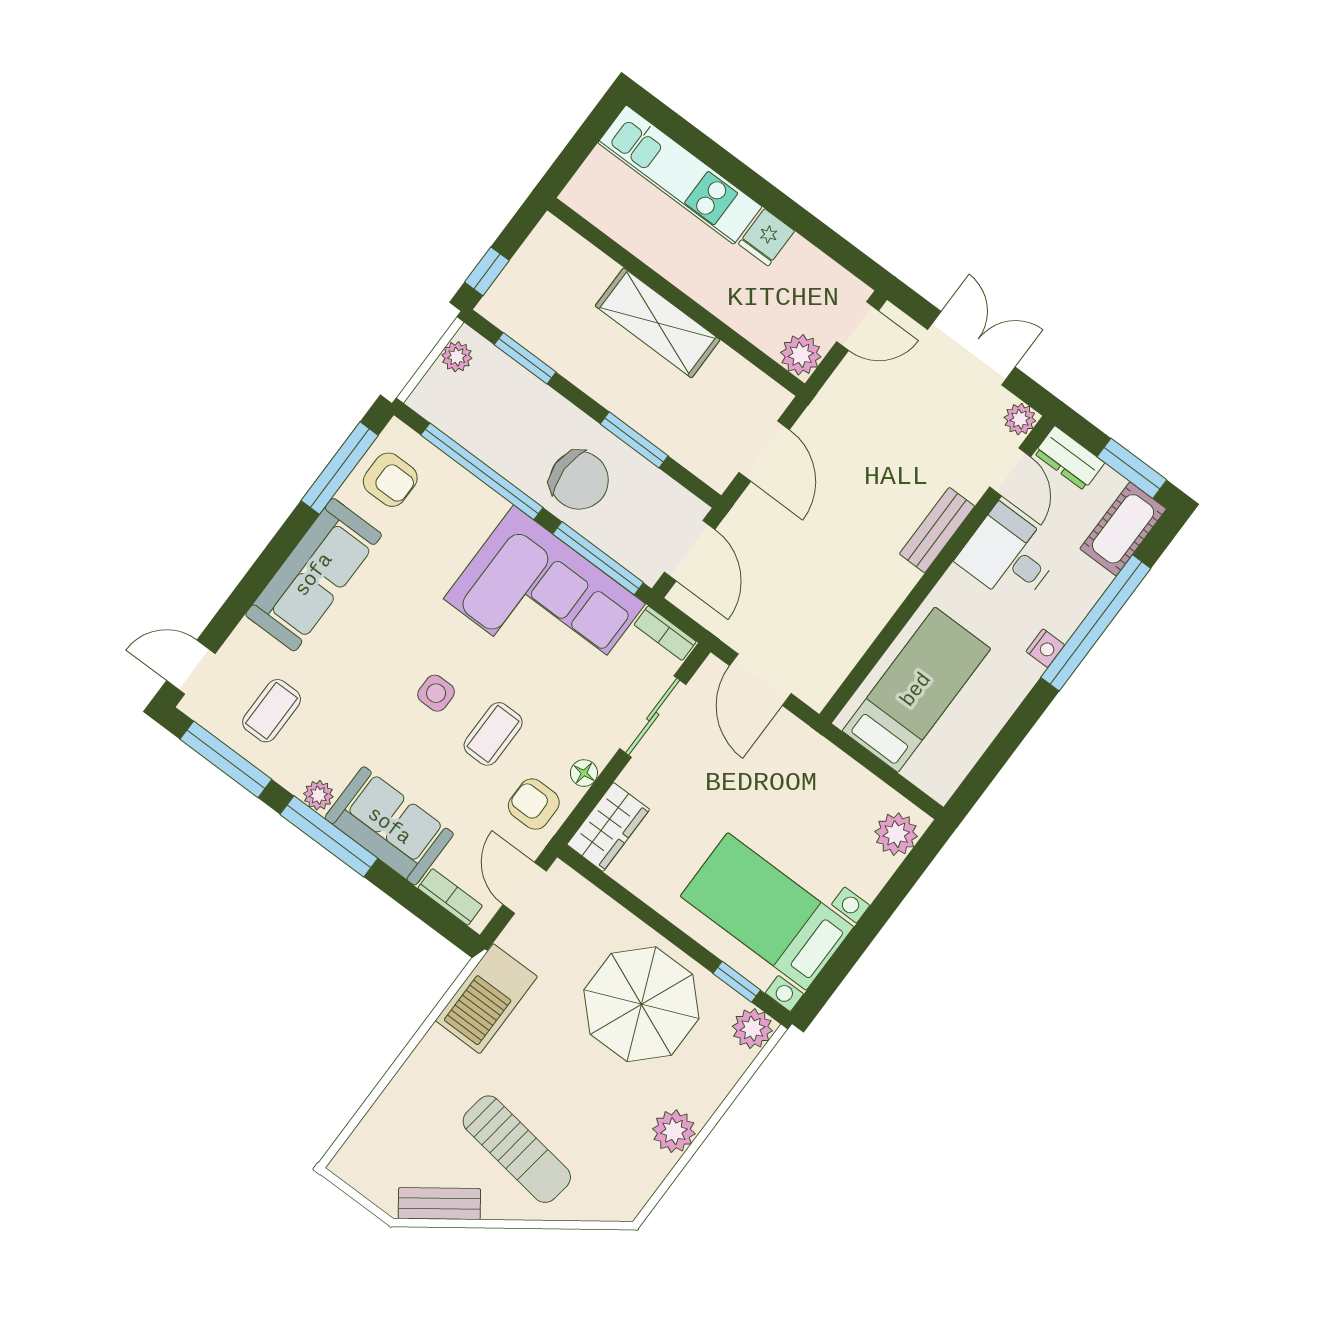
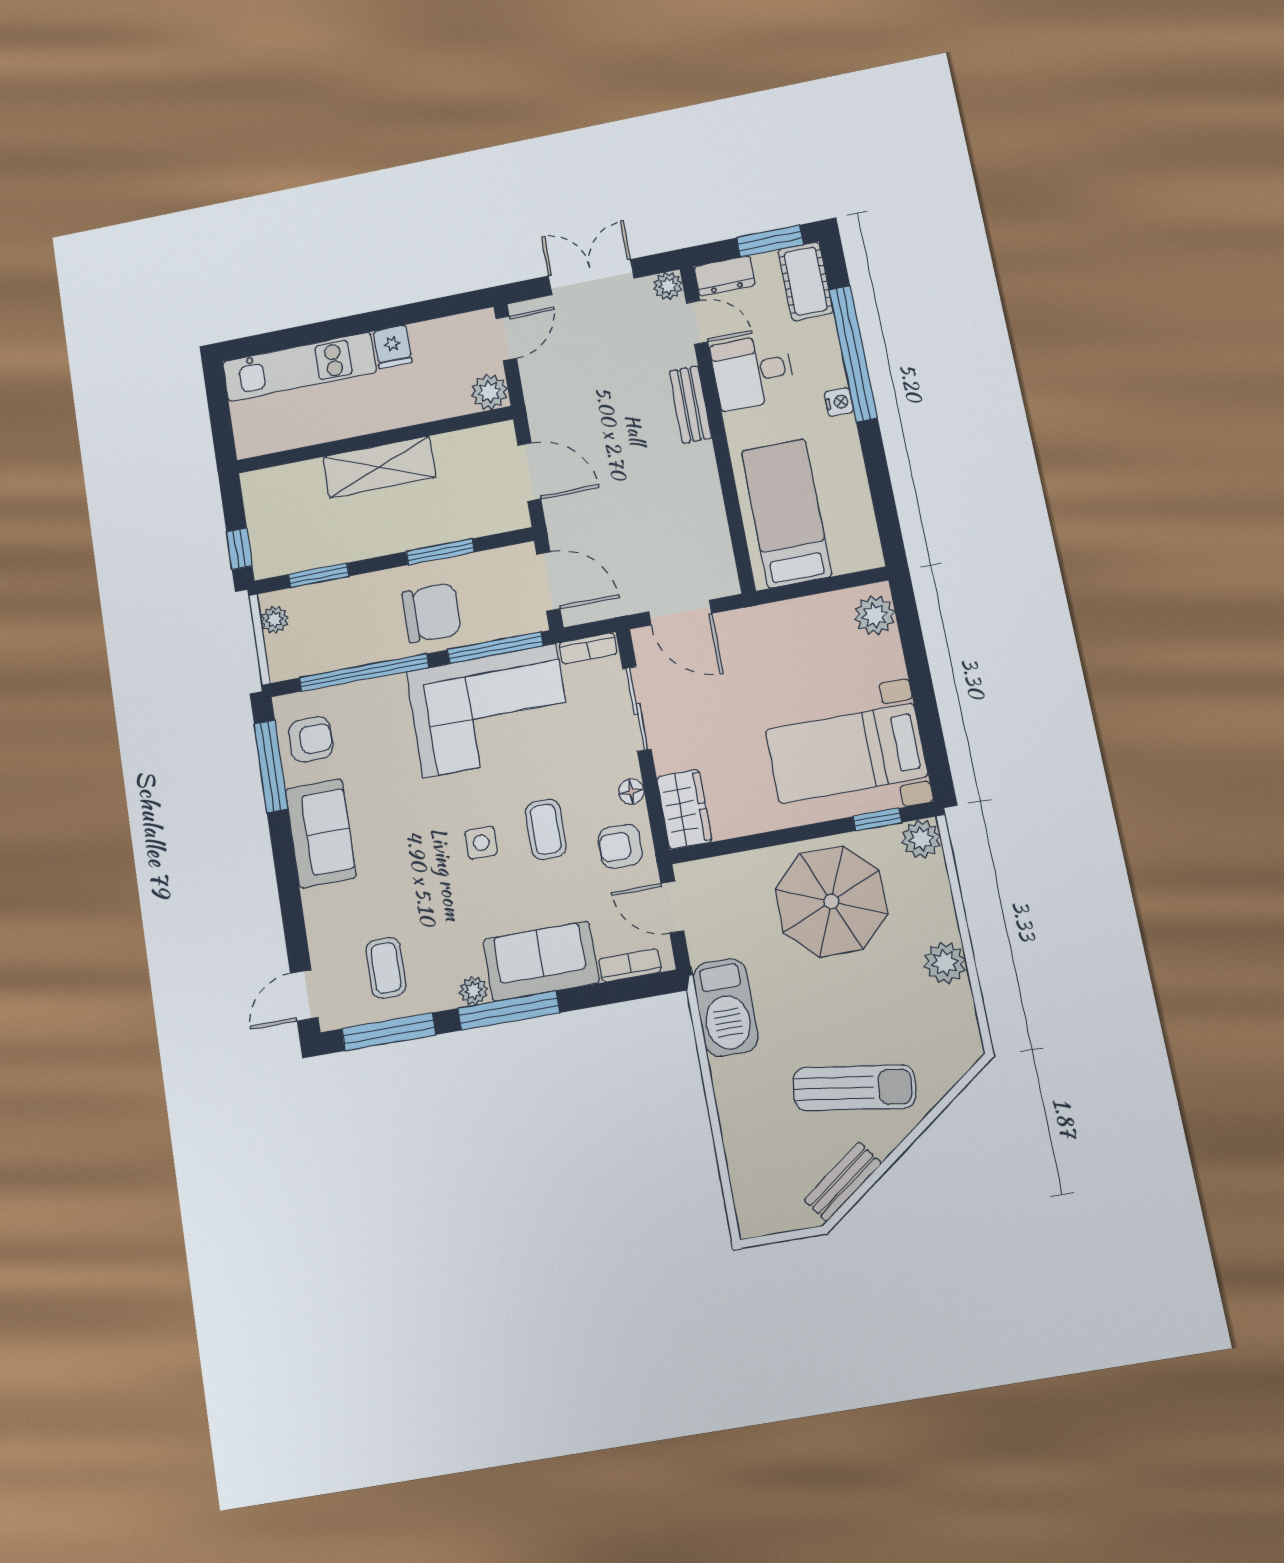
sofa: (314, 575) -> (321, 833), width x0.73

